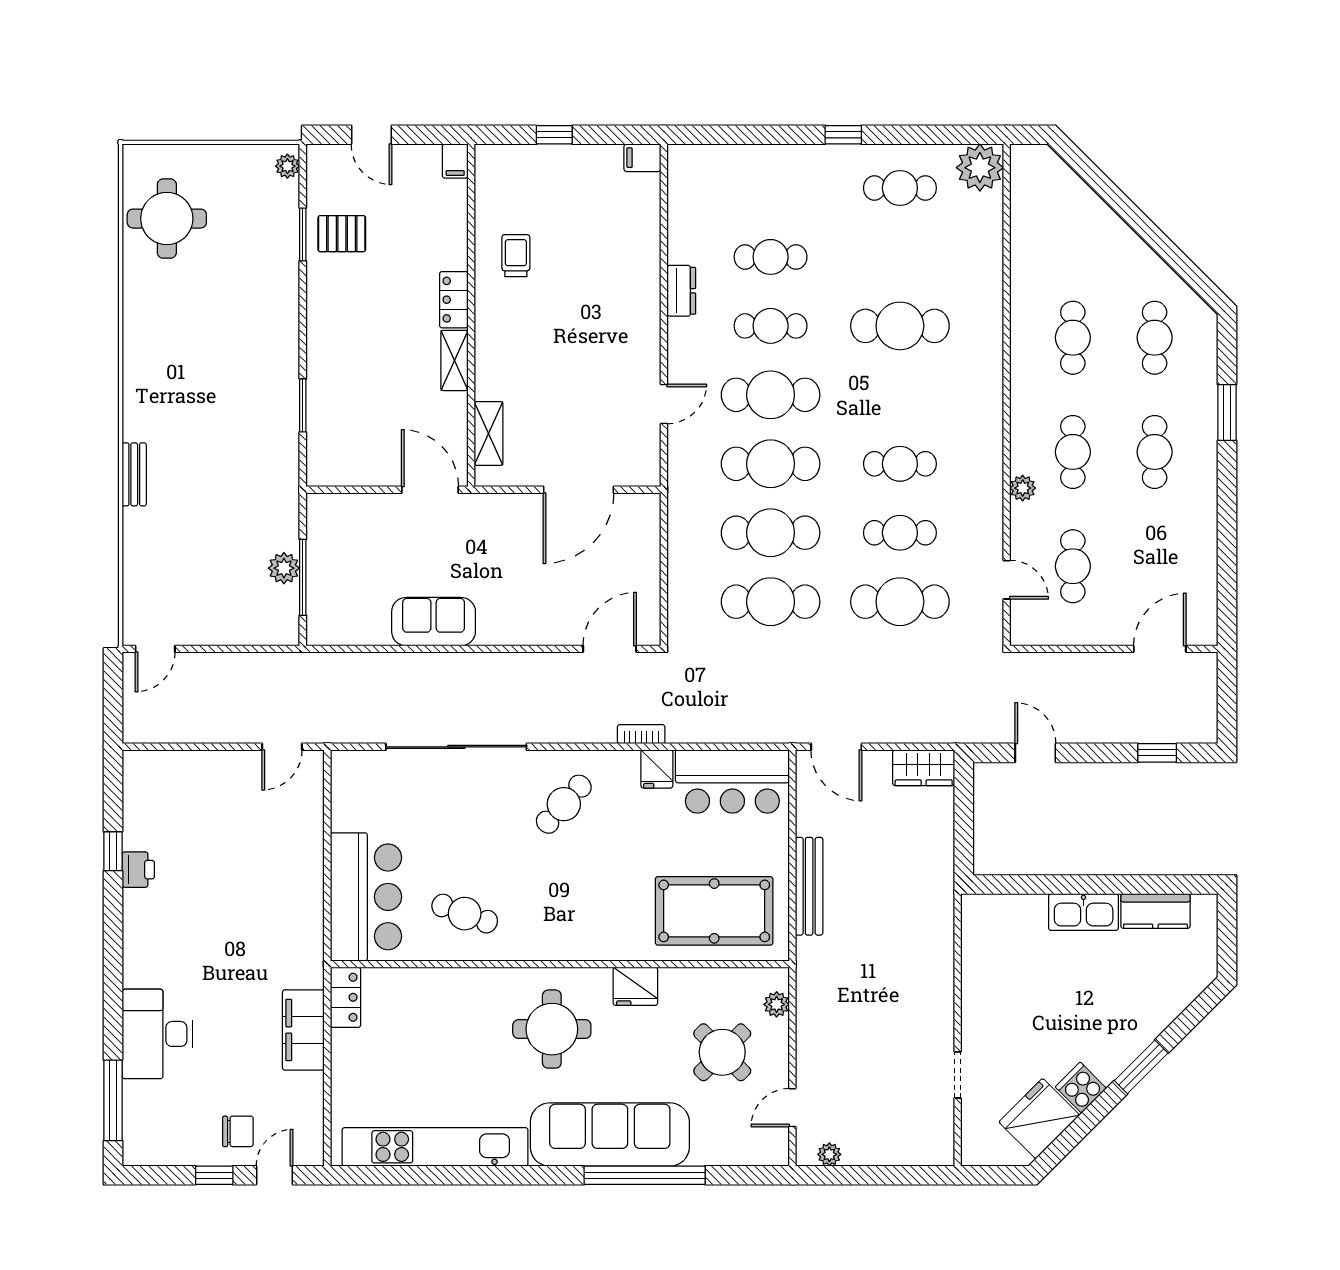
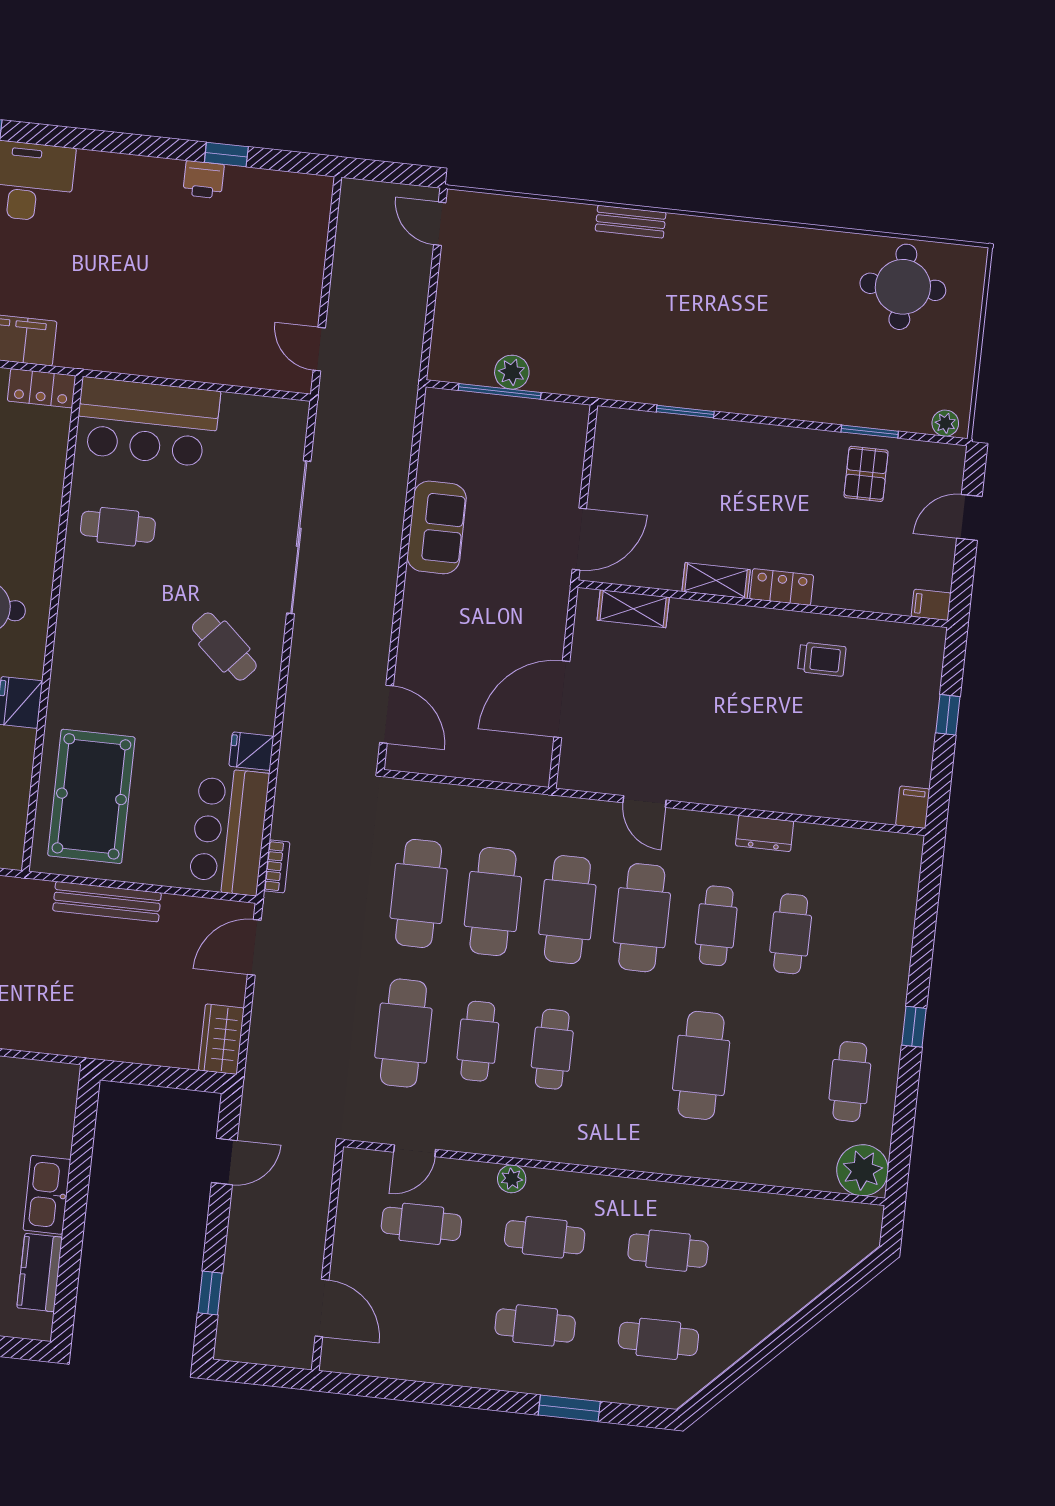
door: (578, 490) -> (562, 699), hinge flipped
bookcase: (641, 734) -> (277, 866), moved
cafe table: (465, 914) -> (118, 527), turned 70

